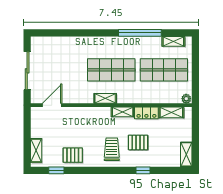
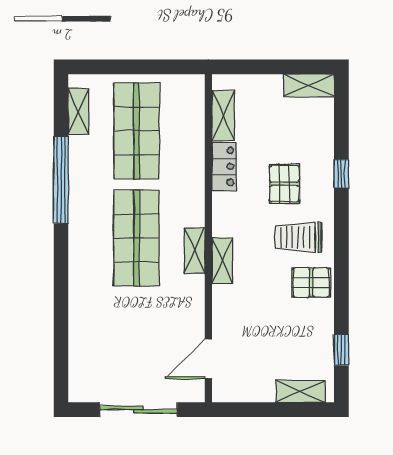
plant: (186, 99) -> (195, 85), removed
door: (52, 105) -> (208, 359), hinge flipped
shelving: (123, 112) -> (222, 261), moved
pallet: (73, 155) -> (311, 282), moved, turned 90

